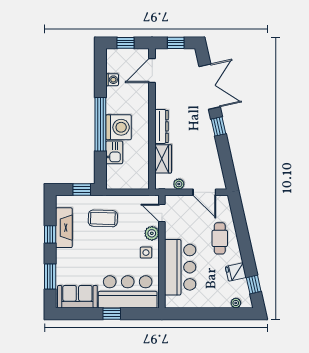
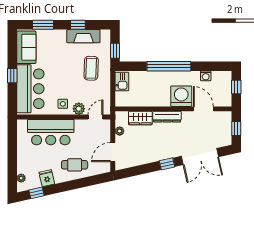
door: (152, 70) -> (203, 109), moved
washing machine: (119, 127) -> (181, 96), moved, turned 180
kitchen sink: (114, 152) -> (122, 81), moved, turned -90

